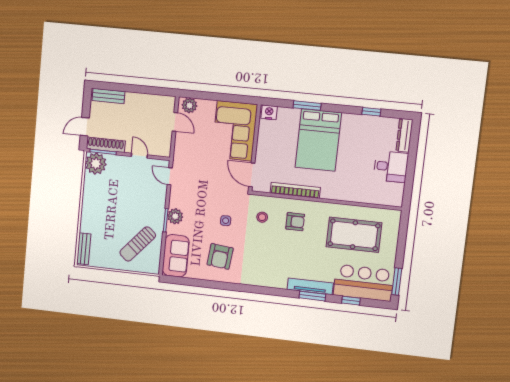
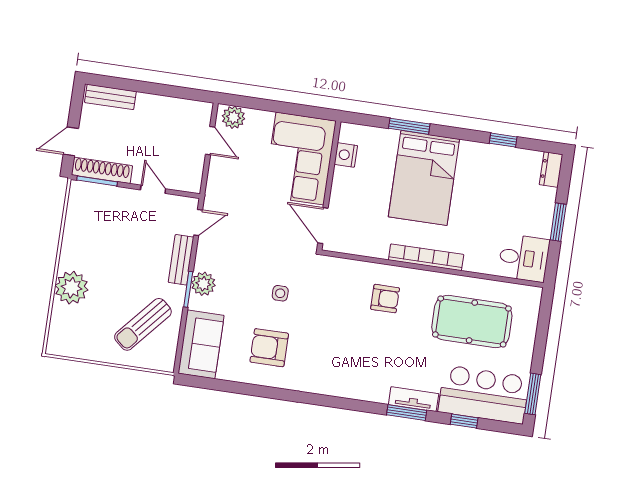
nightstand: (269, 112) -> (346, 155), moved, turned -90
dresser: (404, 135) -> (551, 169), width x0.70
plant: (96, 164) -> (72, 288), moved
window: (411, 166) -> (558, 222), added
desk: (391, 167) -> (524, 258), moved
door: (170, 176) -> (198, 223), swing flipped
bookcase: (295, 190) -> (426, 257), moved
stool: (262, 217) -> (336, 290), removed
bench: (84, 249) -> (181, 260), moved
armchair: (220, 256) -> (269, 348), turned 84
tv unit: (310, 286) -> (414, 399), width x0.71

